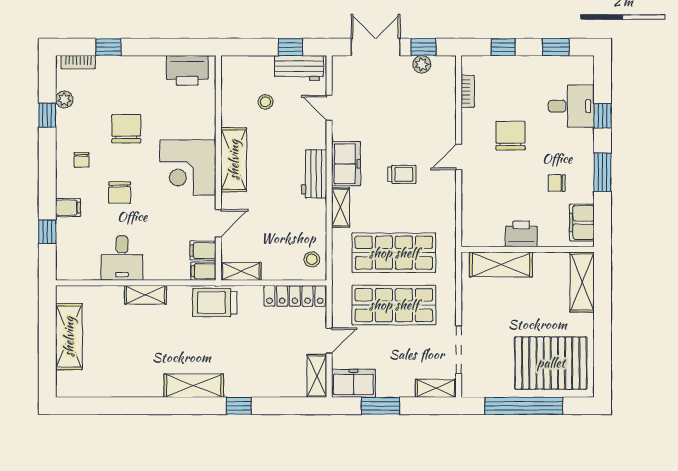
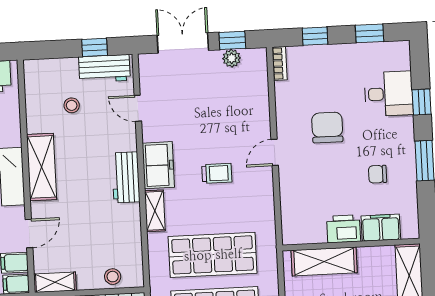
bookcase: (468, 91) -> (280, 63), moved
filing cabinet: (582, 222) -> (381, 228), moved, turned 90
stool: (312, 259) -> (113, 277), moved

